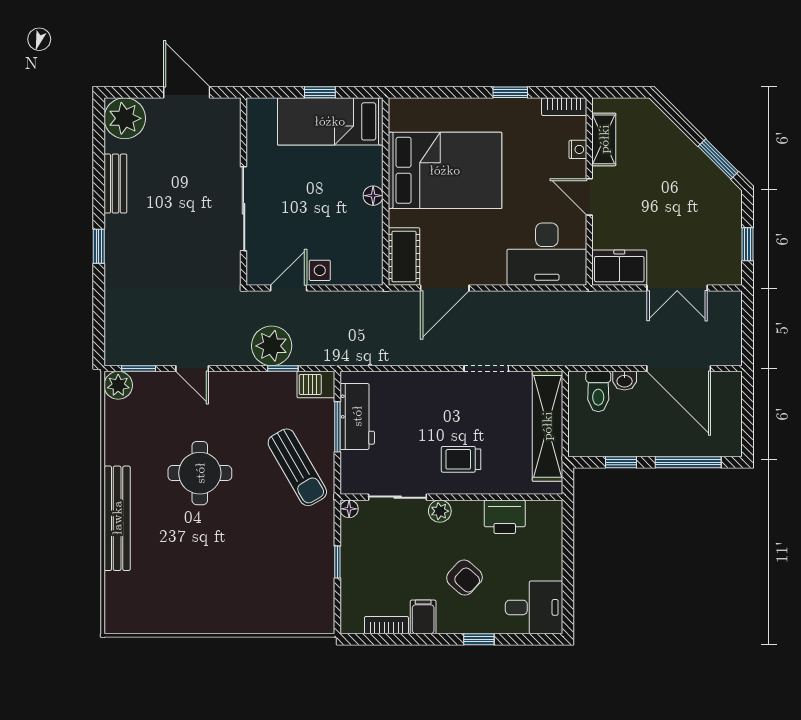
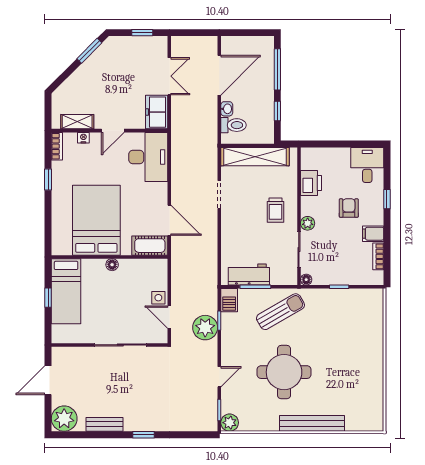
round table: (200, 473) -> (284, 372), width x1.36, depth x1.36
armchair: (464, 578) -> (349, 208), turned -42

